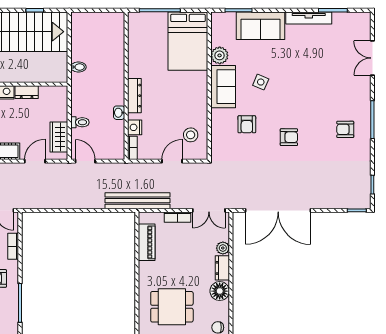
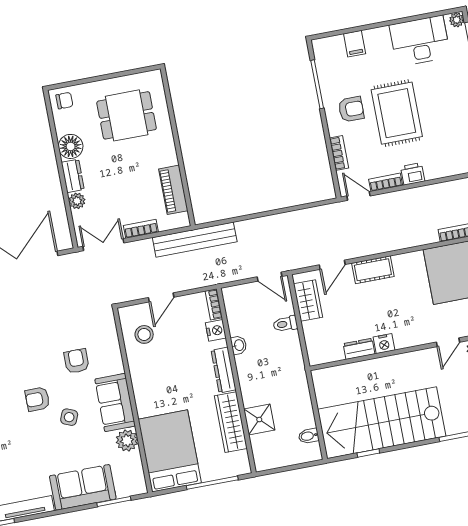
shower: (114, 52) -> (259, 420), added
wardrobe: (137, 54) -> (231, 422), added
bidet: (78, 67) -> (309, 436), moved
armchair: (289, 137) -> (37, 399), moved

